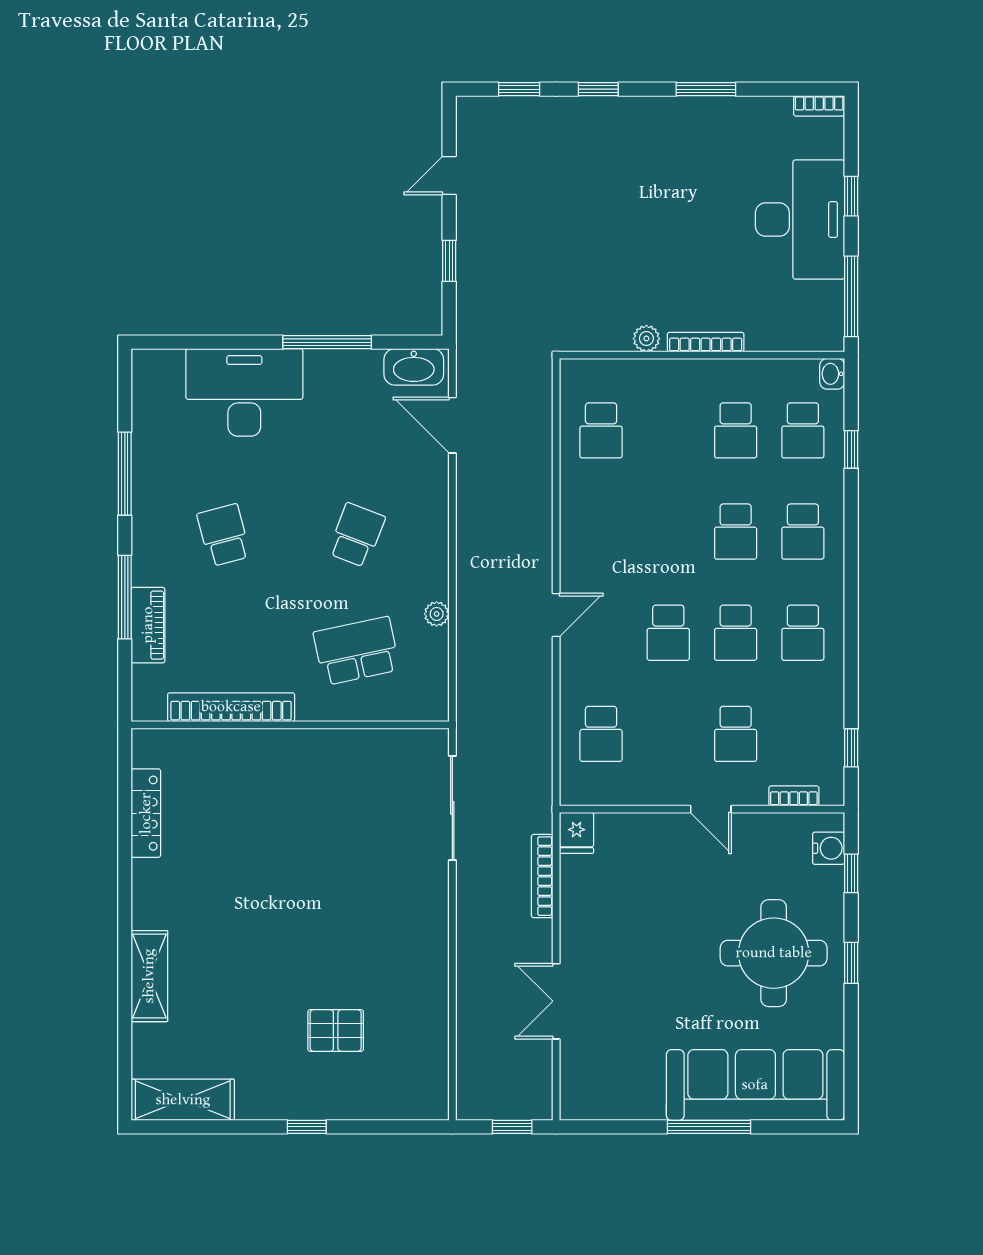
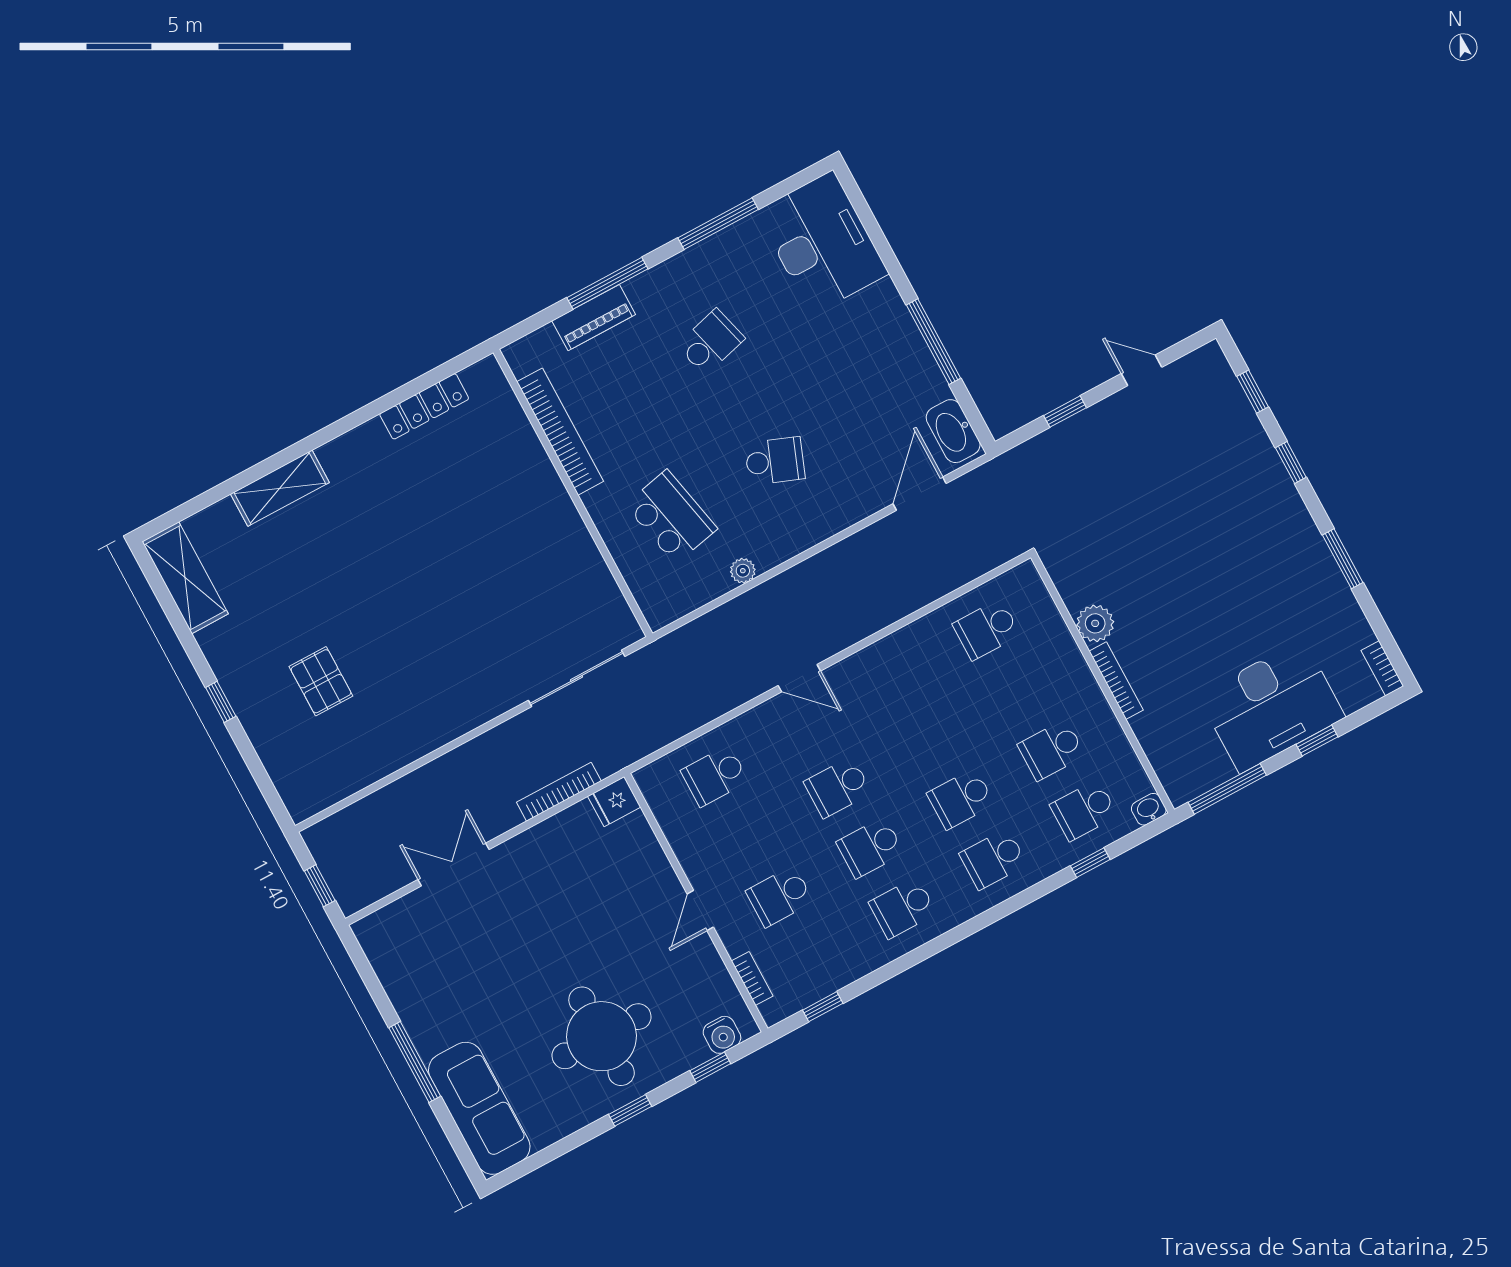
plant: (646, 339) -> (1095, 623), width x1.38, depth x1.38
desk: (244, 392) -> (822, 243), moved
sofa: (755, 1085) -> (479, 1108), width x0.74, depth x0.79

